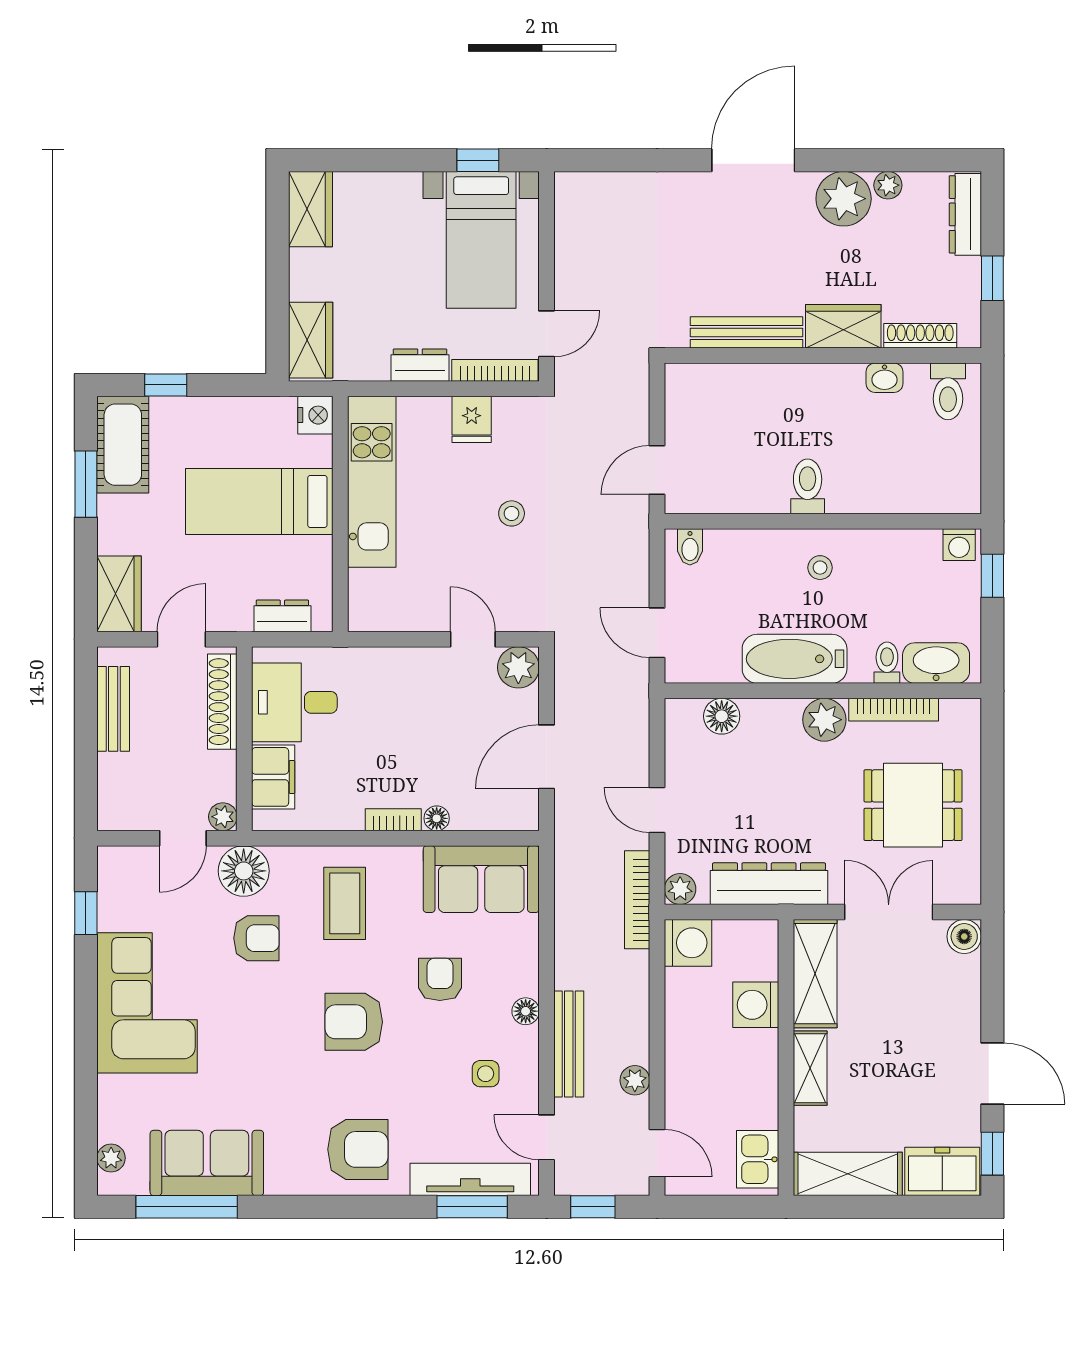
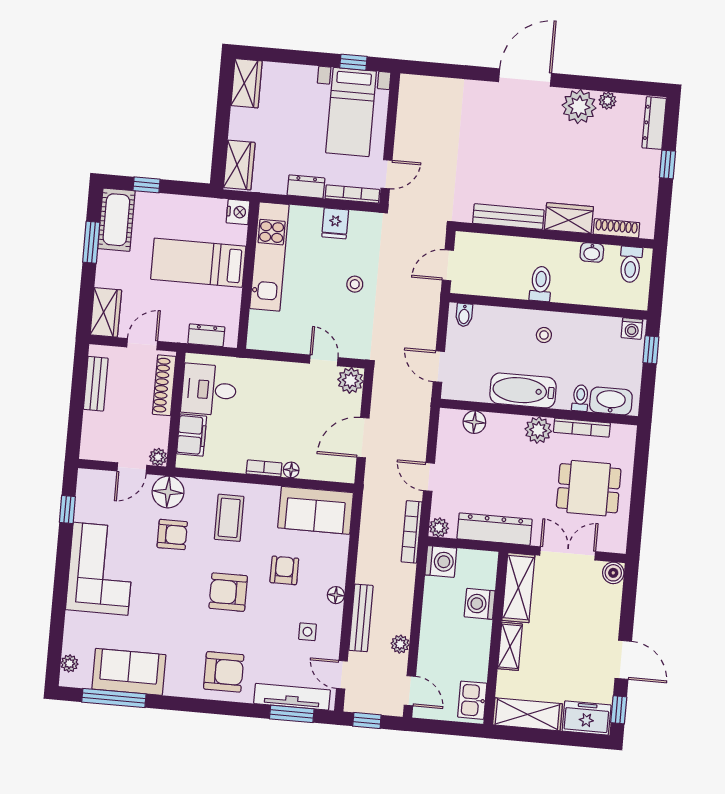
wardrobe: (843, 326) -> (569, 218), moved
bench: (746, 332) -> (508, 217), moved
shoe rack: (920, 336) -> (616, 228), moved
wall: (823, 356) -> (555, 235), moved
washbasin: (885, 378) -> (592, 252), moved
toilet: (948, 391) -> (631, 264), moved

